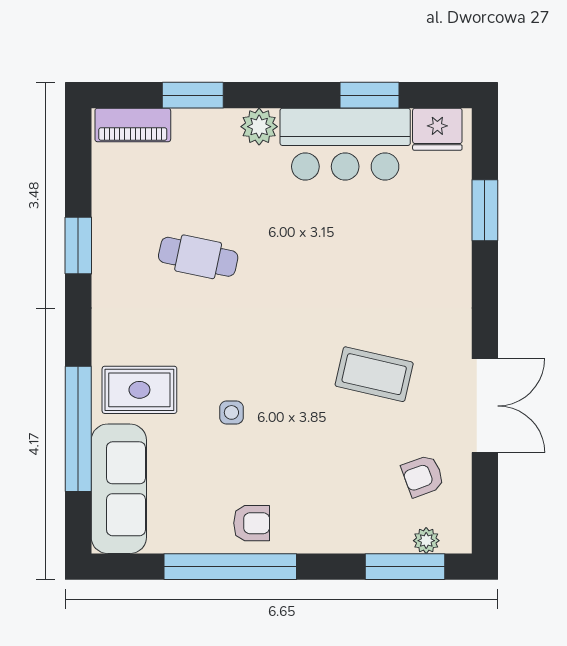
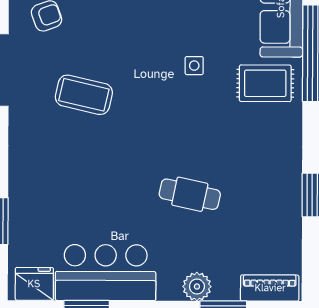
plant: (259, 127) -> (197, 287), moved
cafe table: (198, 257) -> (190, 194), moved

